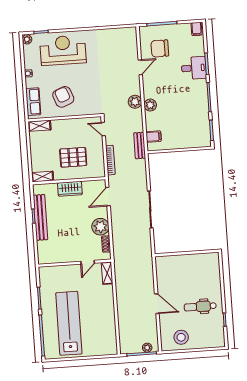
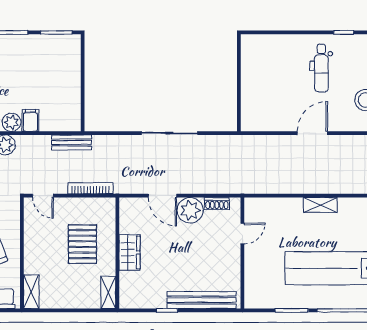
door: (103, 129) -> (43, 196), hinge flipped
filing cabinet: (154, 137) -> (30, 120), moved
door: (108, 197) -> (162, 196), moved
bench: (40, 217) -> (202, 300), moved
door: (88, 262) -> (242, 234), hinge flipped
shelving: (107, 273) -> (320, 205), moved

